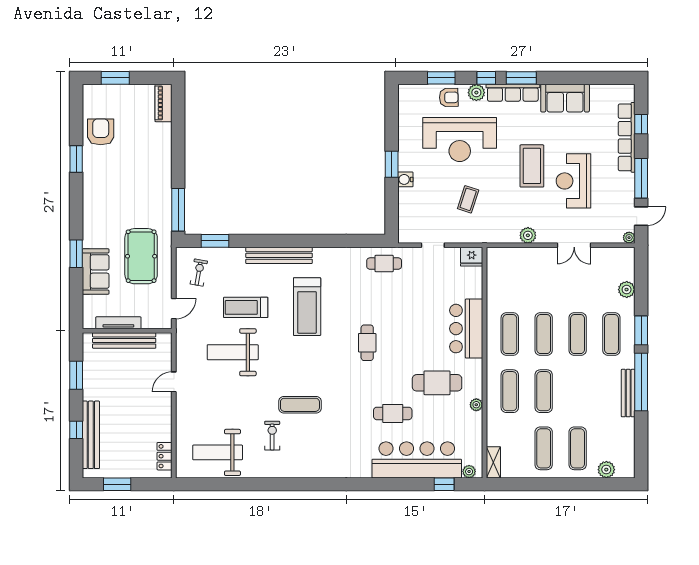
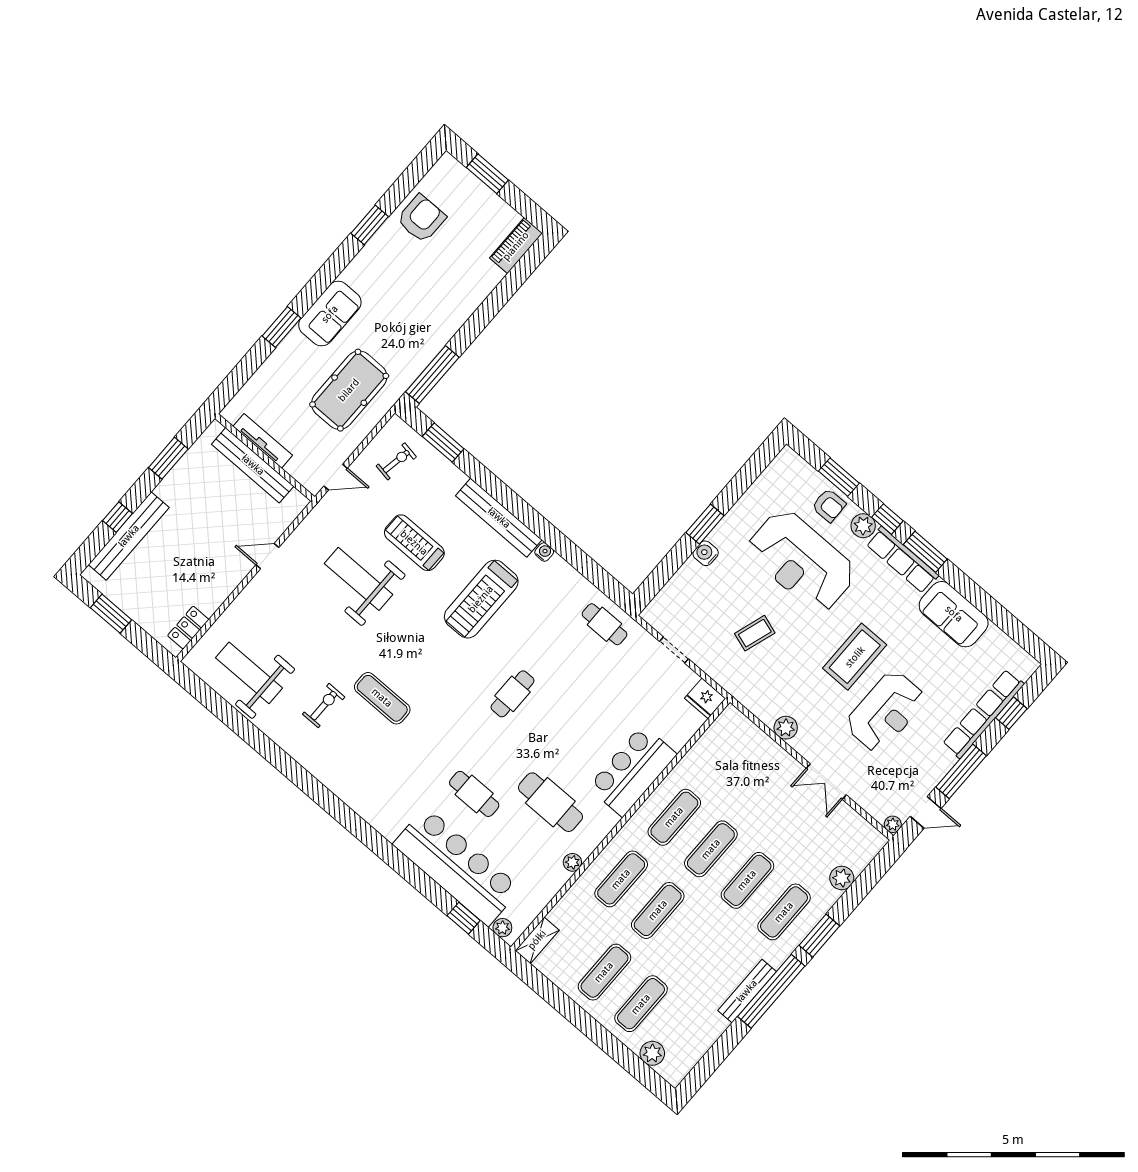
reception desk: (573, 181) -> (886, 711), turned 180
water cooler: (319, 253) -> (544, 552), added
sofa: (96, 272) -> (330, 314), moved

